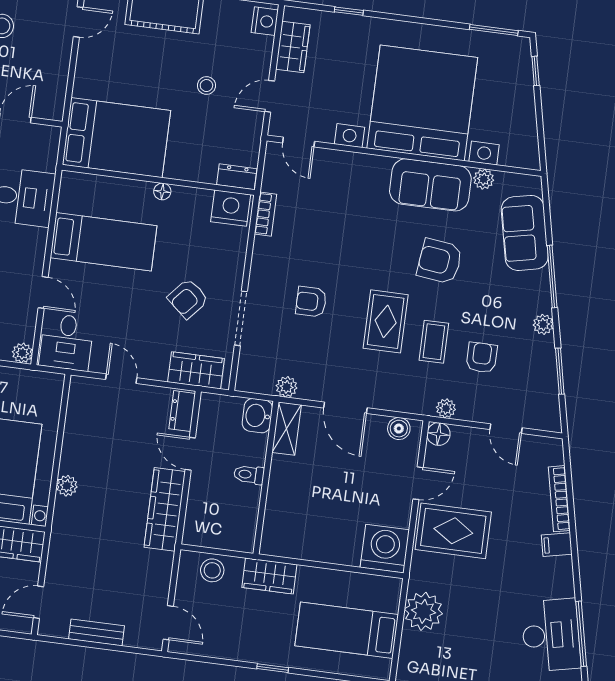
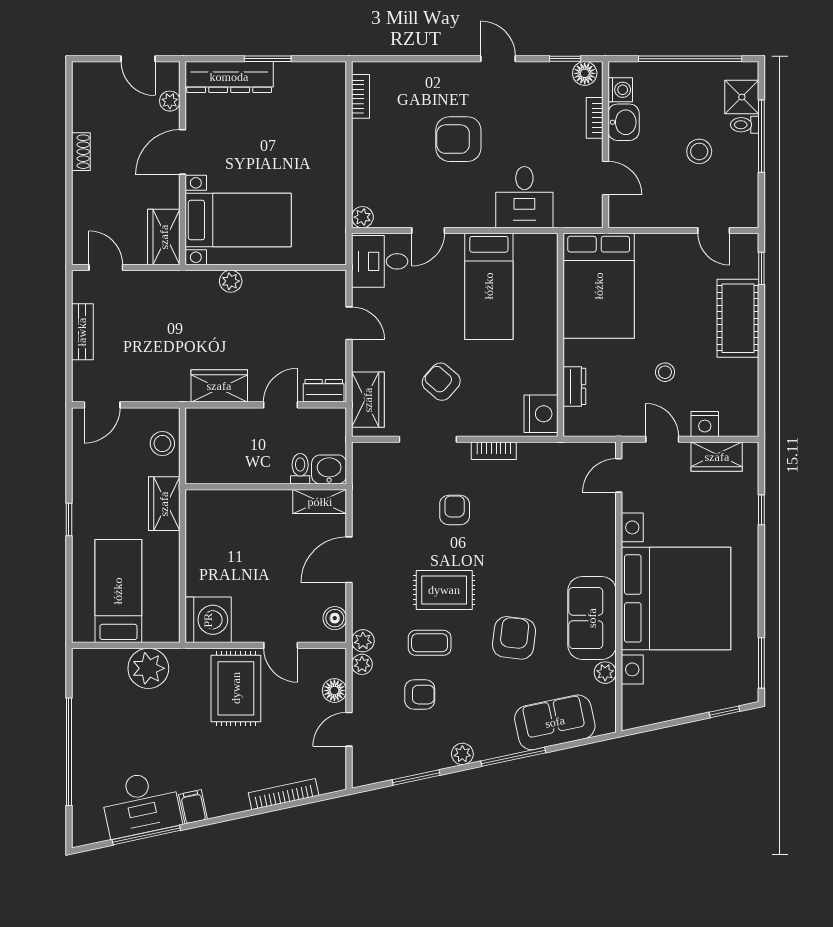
nightstand: (265, 21) -> (705, 424), moved
dresser: (237, 177) -> (574, 386), moved
floor lamp: (162, 191) -> (549, 341), removed
bookcase: (266, 214) -> (494, 451), moved
door: (121, 379) -> (349, 323), hinge flipped
plant: (287, 387) -> (363, 641), moved
floor lamp: (439, 434) -> (334, 691), moved
toilet: (249, 475) -> (300, 469), moved
wardrobe: (165, 509) -> (219, 386), width x0.67
filing cabinet: (557, 545) -> (193, 807), moved

